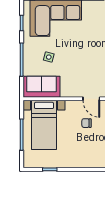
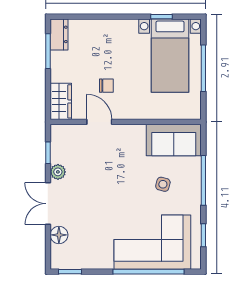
bed with nightstands: (44, 125) -> (170, 56), moved, turned 180

